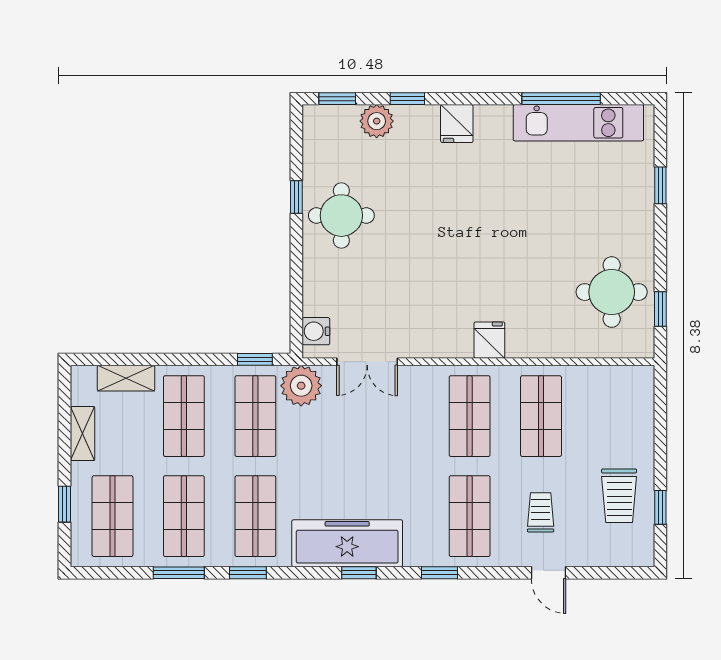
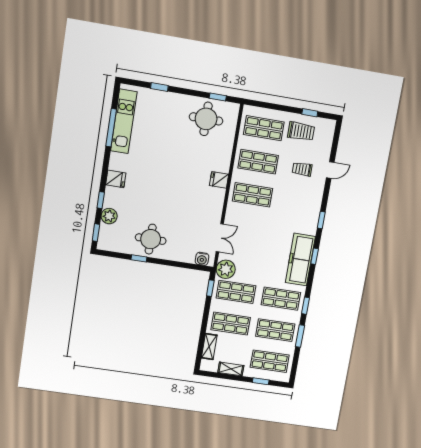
shop shelf: (470, 516) -> (264, 128), moved

